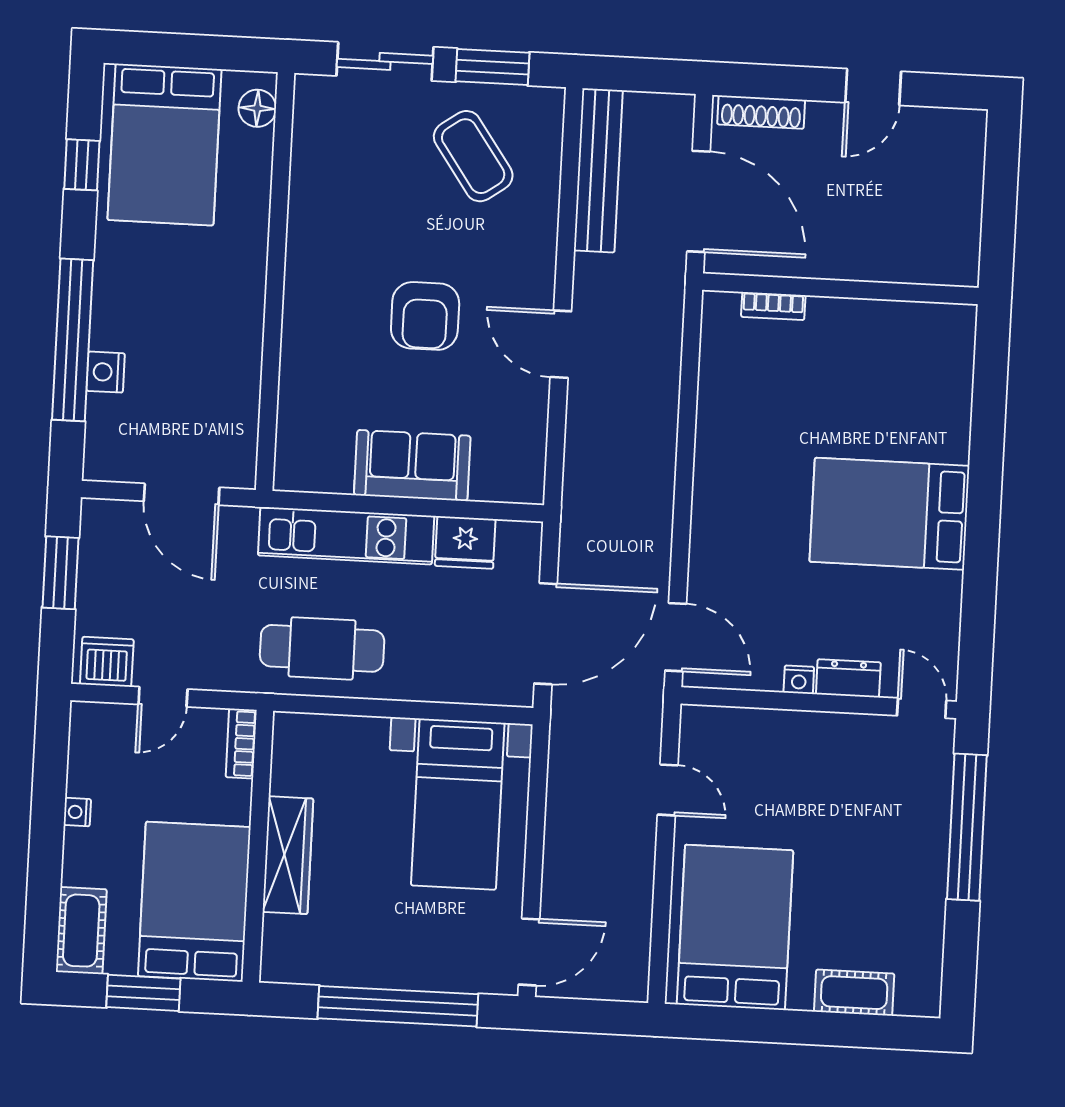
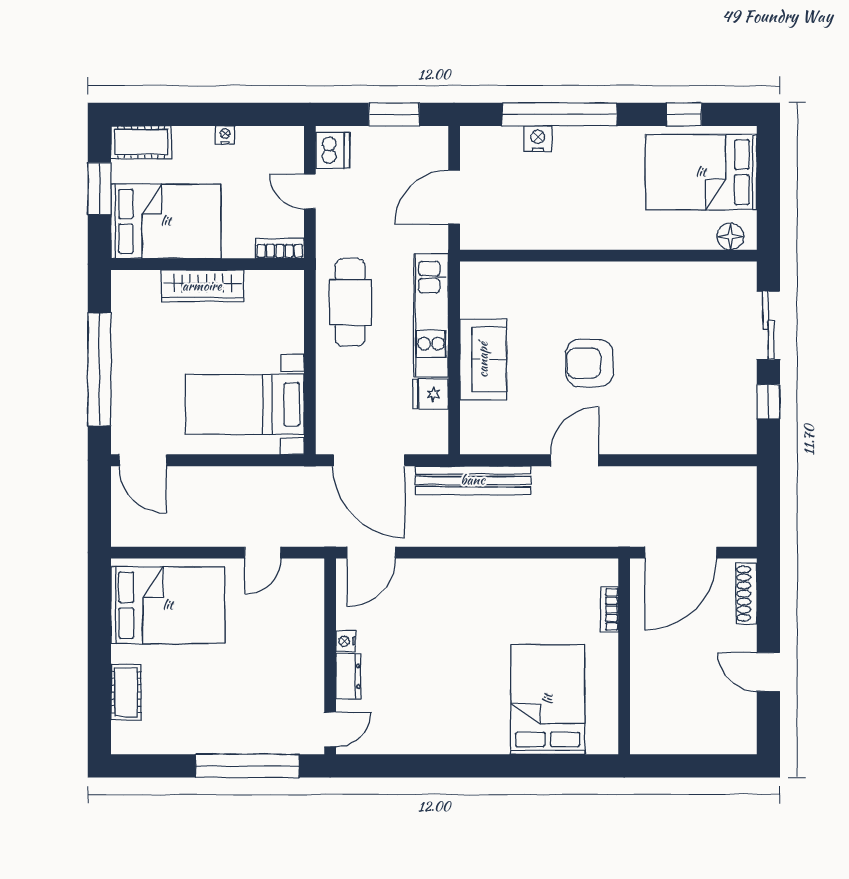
window: (492, 67) -> (768, 402), width x0.67
coffee table: (473, 156) -> (704, 391), removed
bench: (598, 170) -> (473, 480), moved
bed: (890, 514) -> (548, 699), moved
fridge: (465, 542) -> (431, 394), width x0.72

